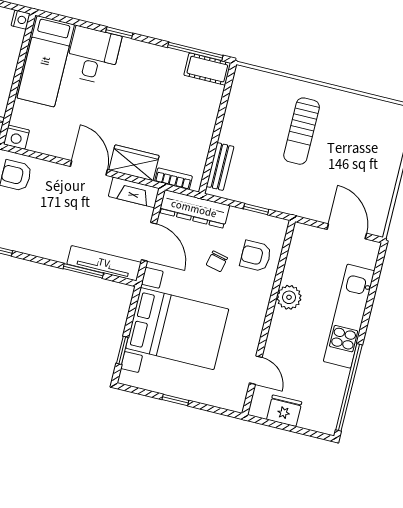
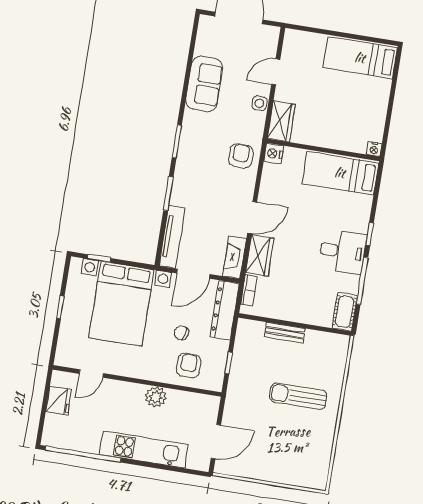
window: (195, 51) -> (362, 281), moved
desk: (93, 55) -> (342, 251), moved
bench: (220, 166) -> (285, 333), moved
window: (83, 271) -> (168, 194), moved

